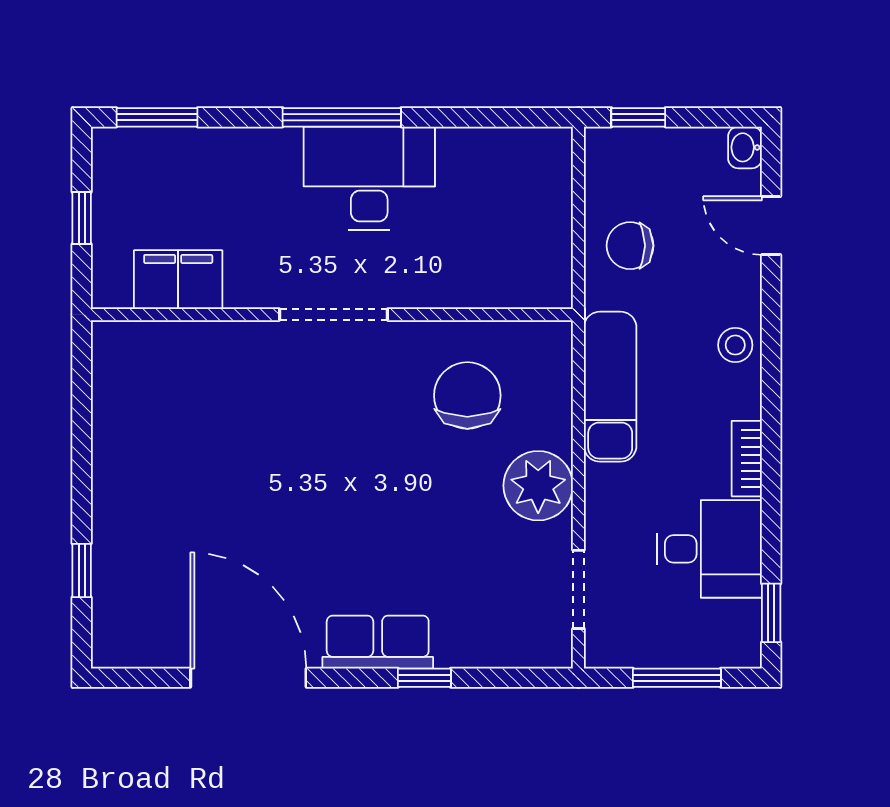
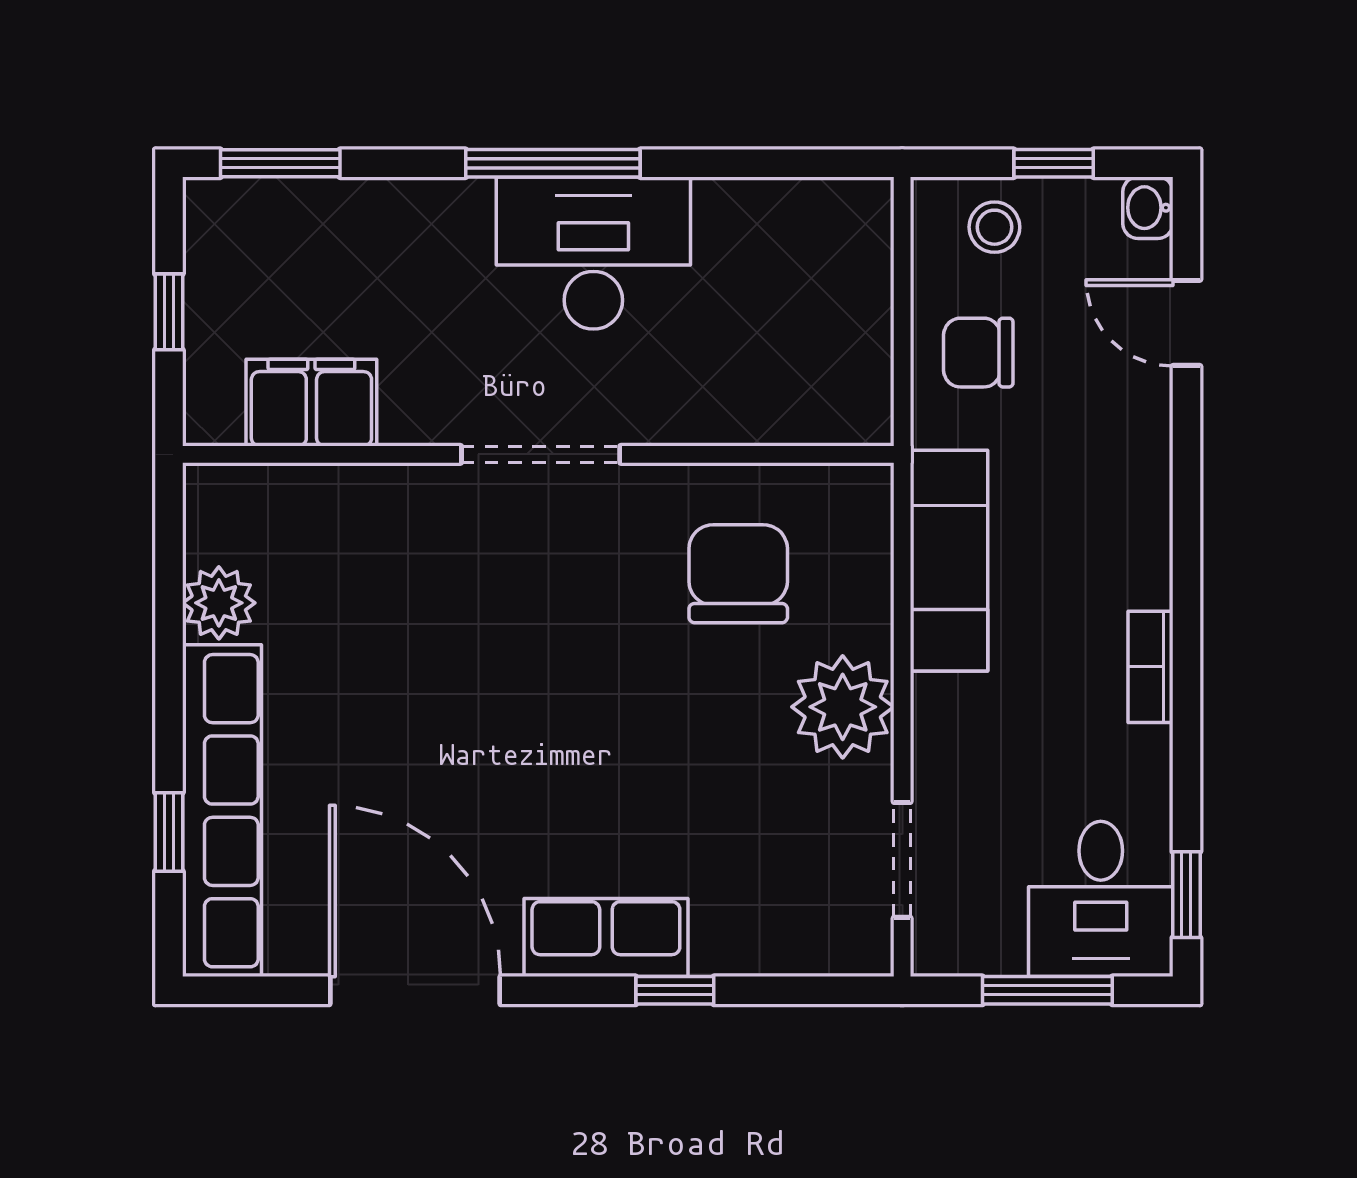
window: (638, 117) -> (1054, 163), moved
stool: (735, 345) -> (994, 227), moved
plant: (115, 415) -> (219, 603), added
desk: (709, 549) -> (1101, 899), moved, turned 90
row of seats: (117, 556) -> (222, 811), added

